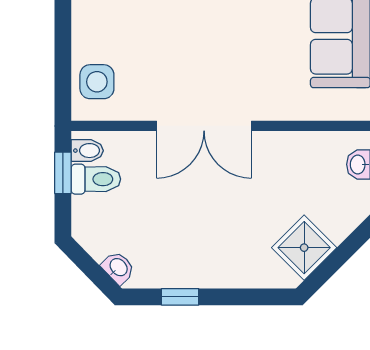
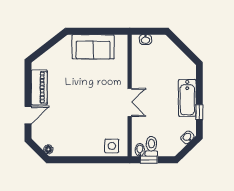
double door: (204, 126) -> (130, 102), width x0.73
shower: (304, 248) -> (179, 62), removed
bathtub: (215, 267) -> (187, 98), added

